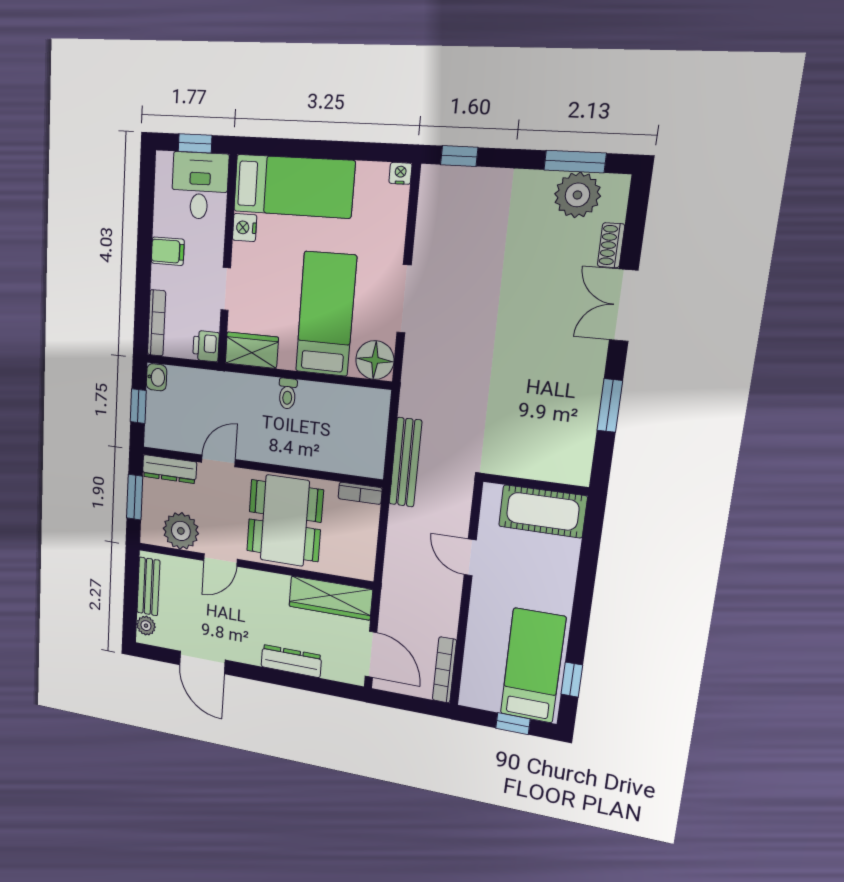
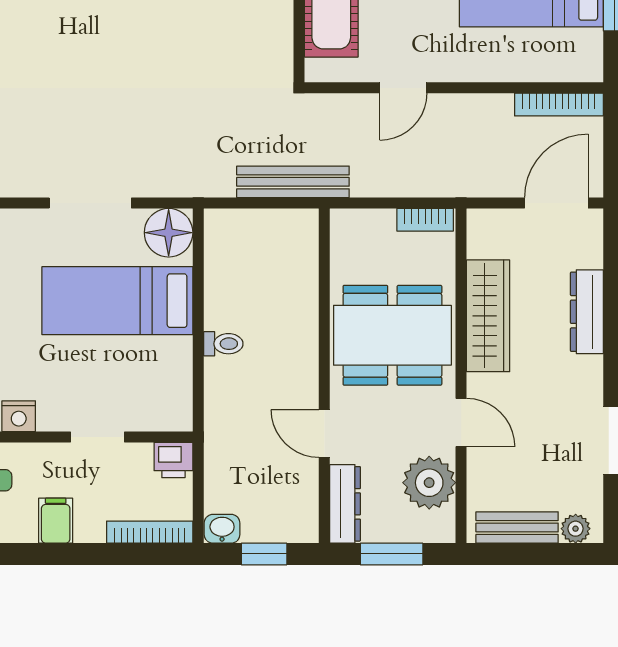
wardrobe: (252, 350) -> (172, 396), removed
bookcase: (360, 493) -> (425, 220), moved, turned 90
wardrobe: (330, 598) -> (488, 316), moved

